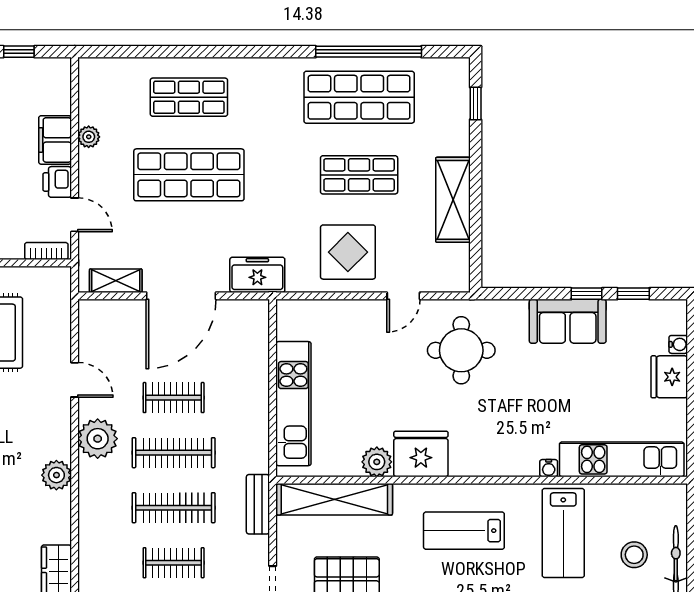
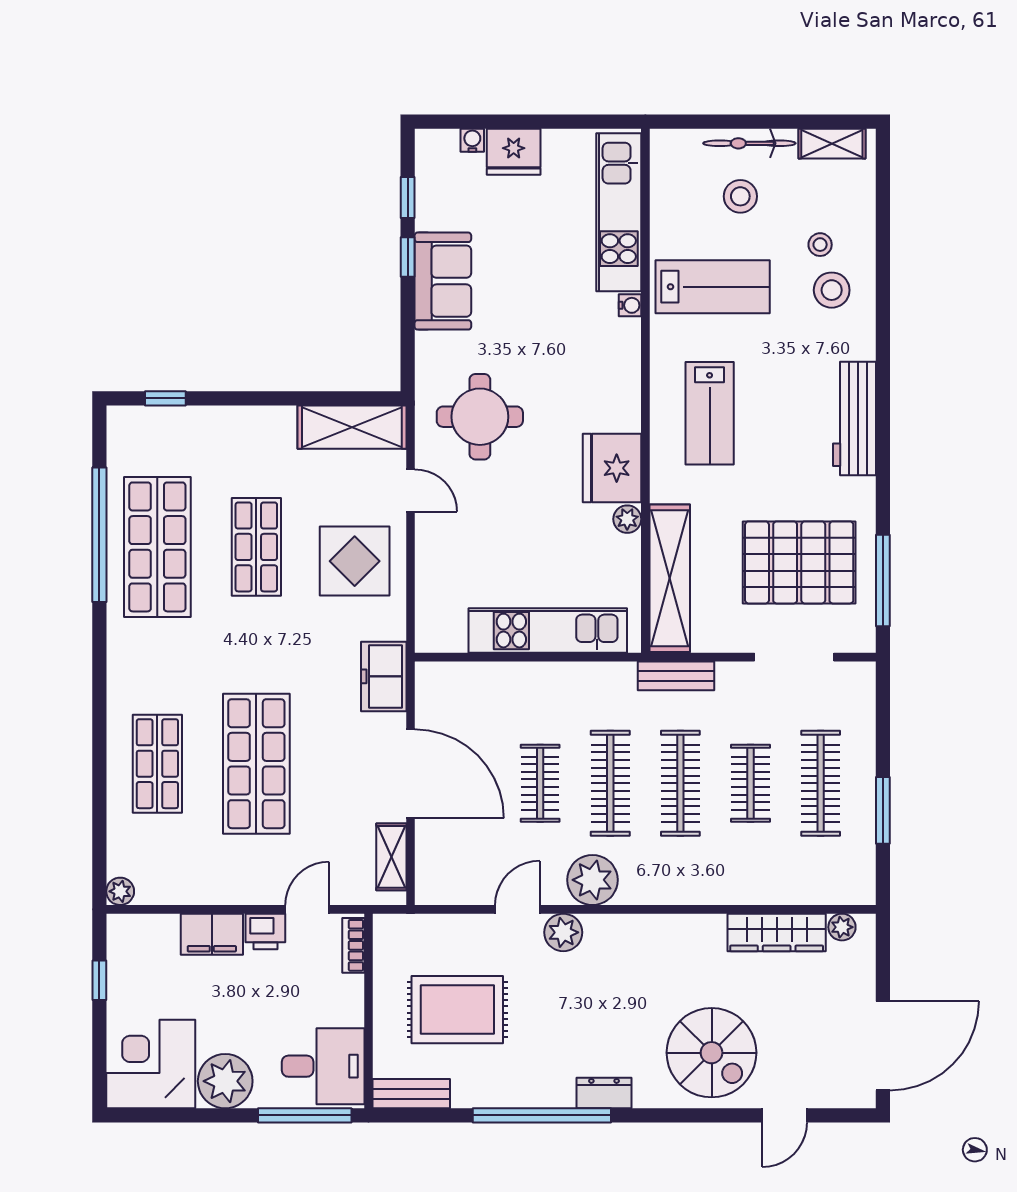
plant: (89, 137) -> (120, 891), moved
shelving: (453, 200) -> (352, 427), moved
plant: (377, 462) -> (627, 519), width x0.73, depth x0.73
plant: (56, 475) -> (563, 932), moved

